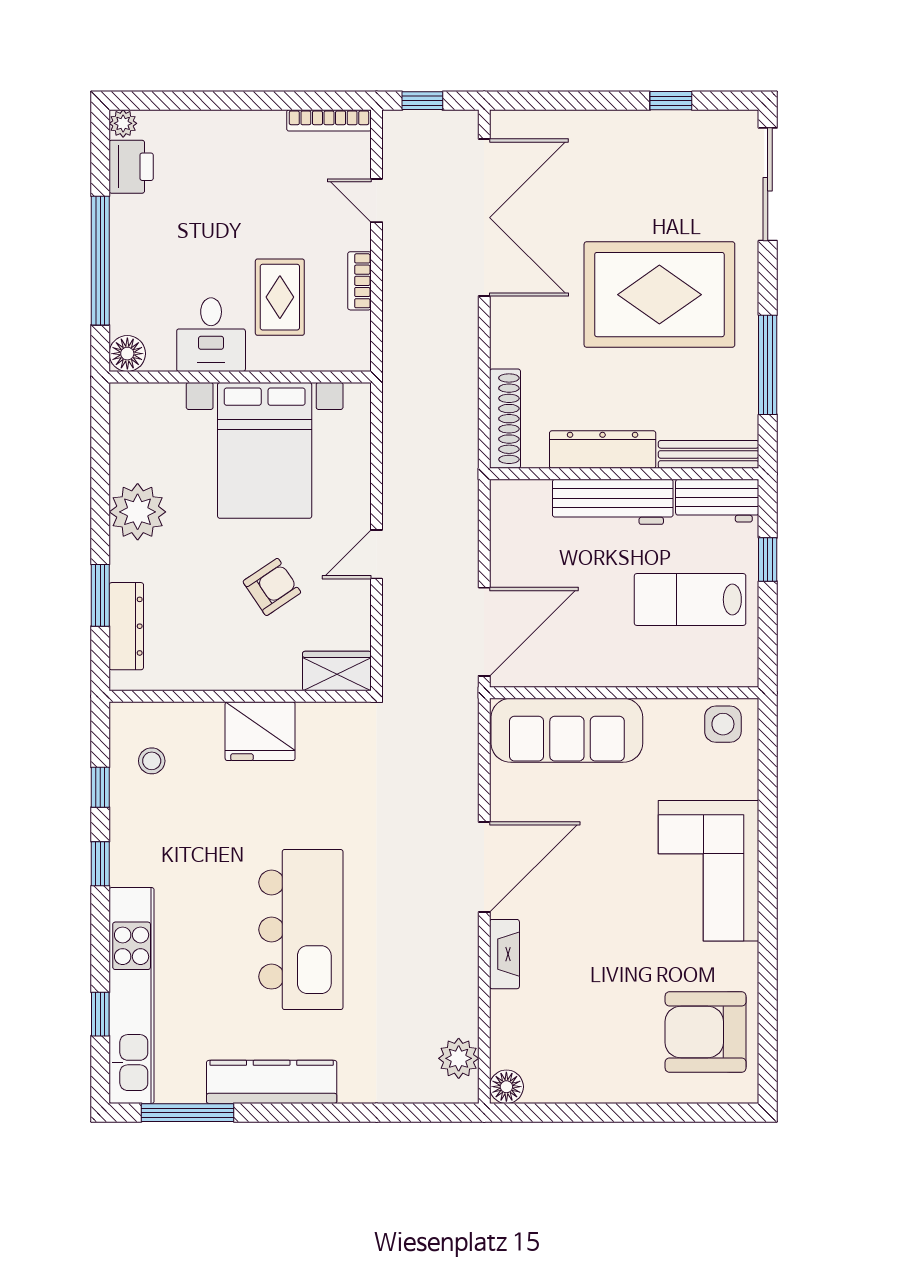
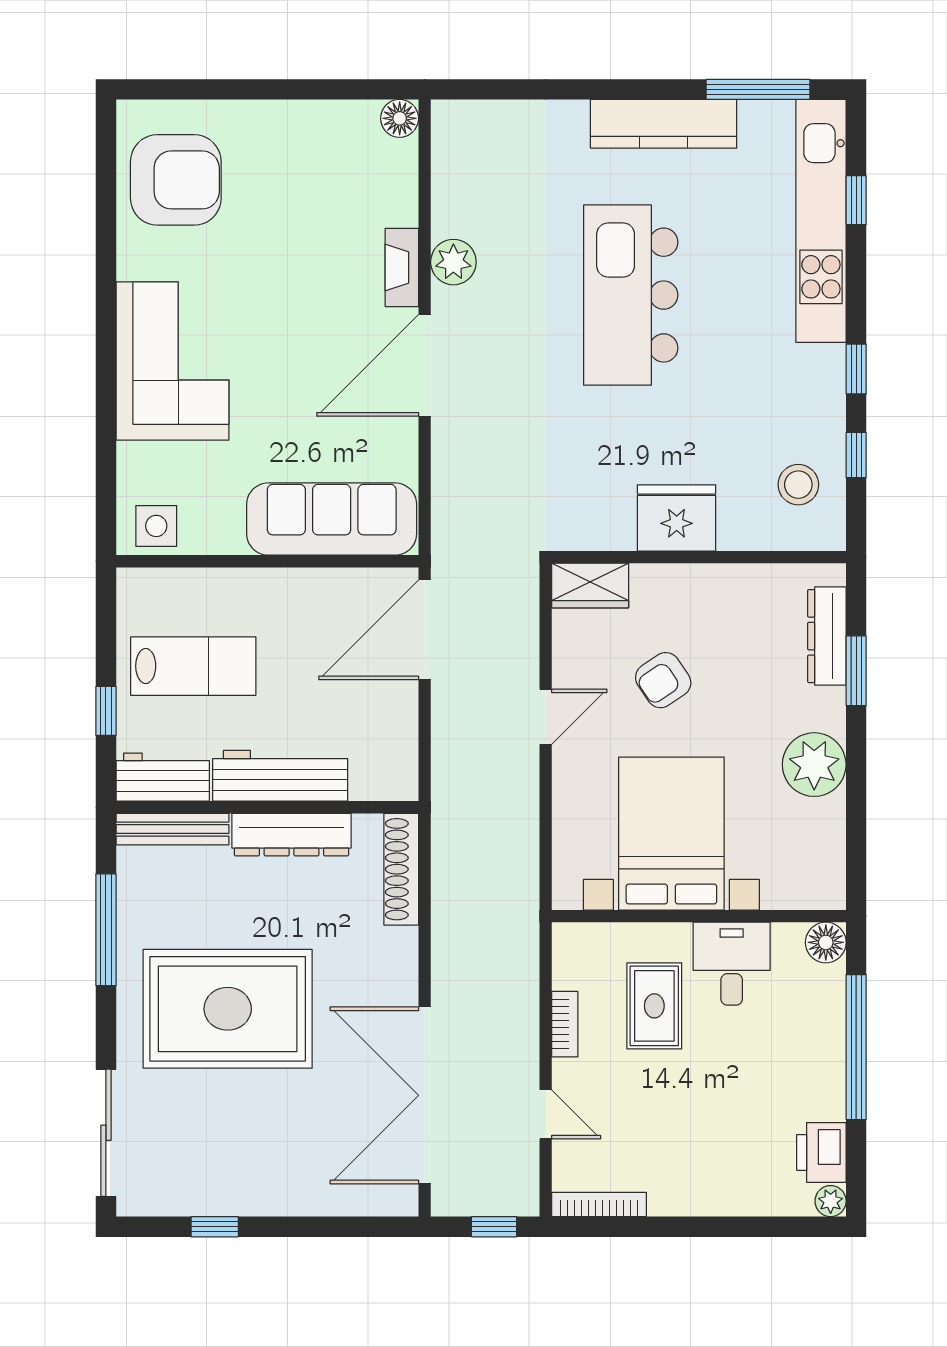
stool: (152, 761) -> (798, 485), width x1.37, depth x1.37
plant: (459, 1058) -> (453, 262), moved

